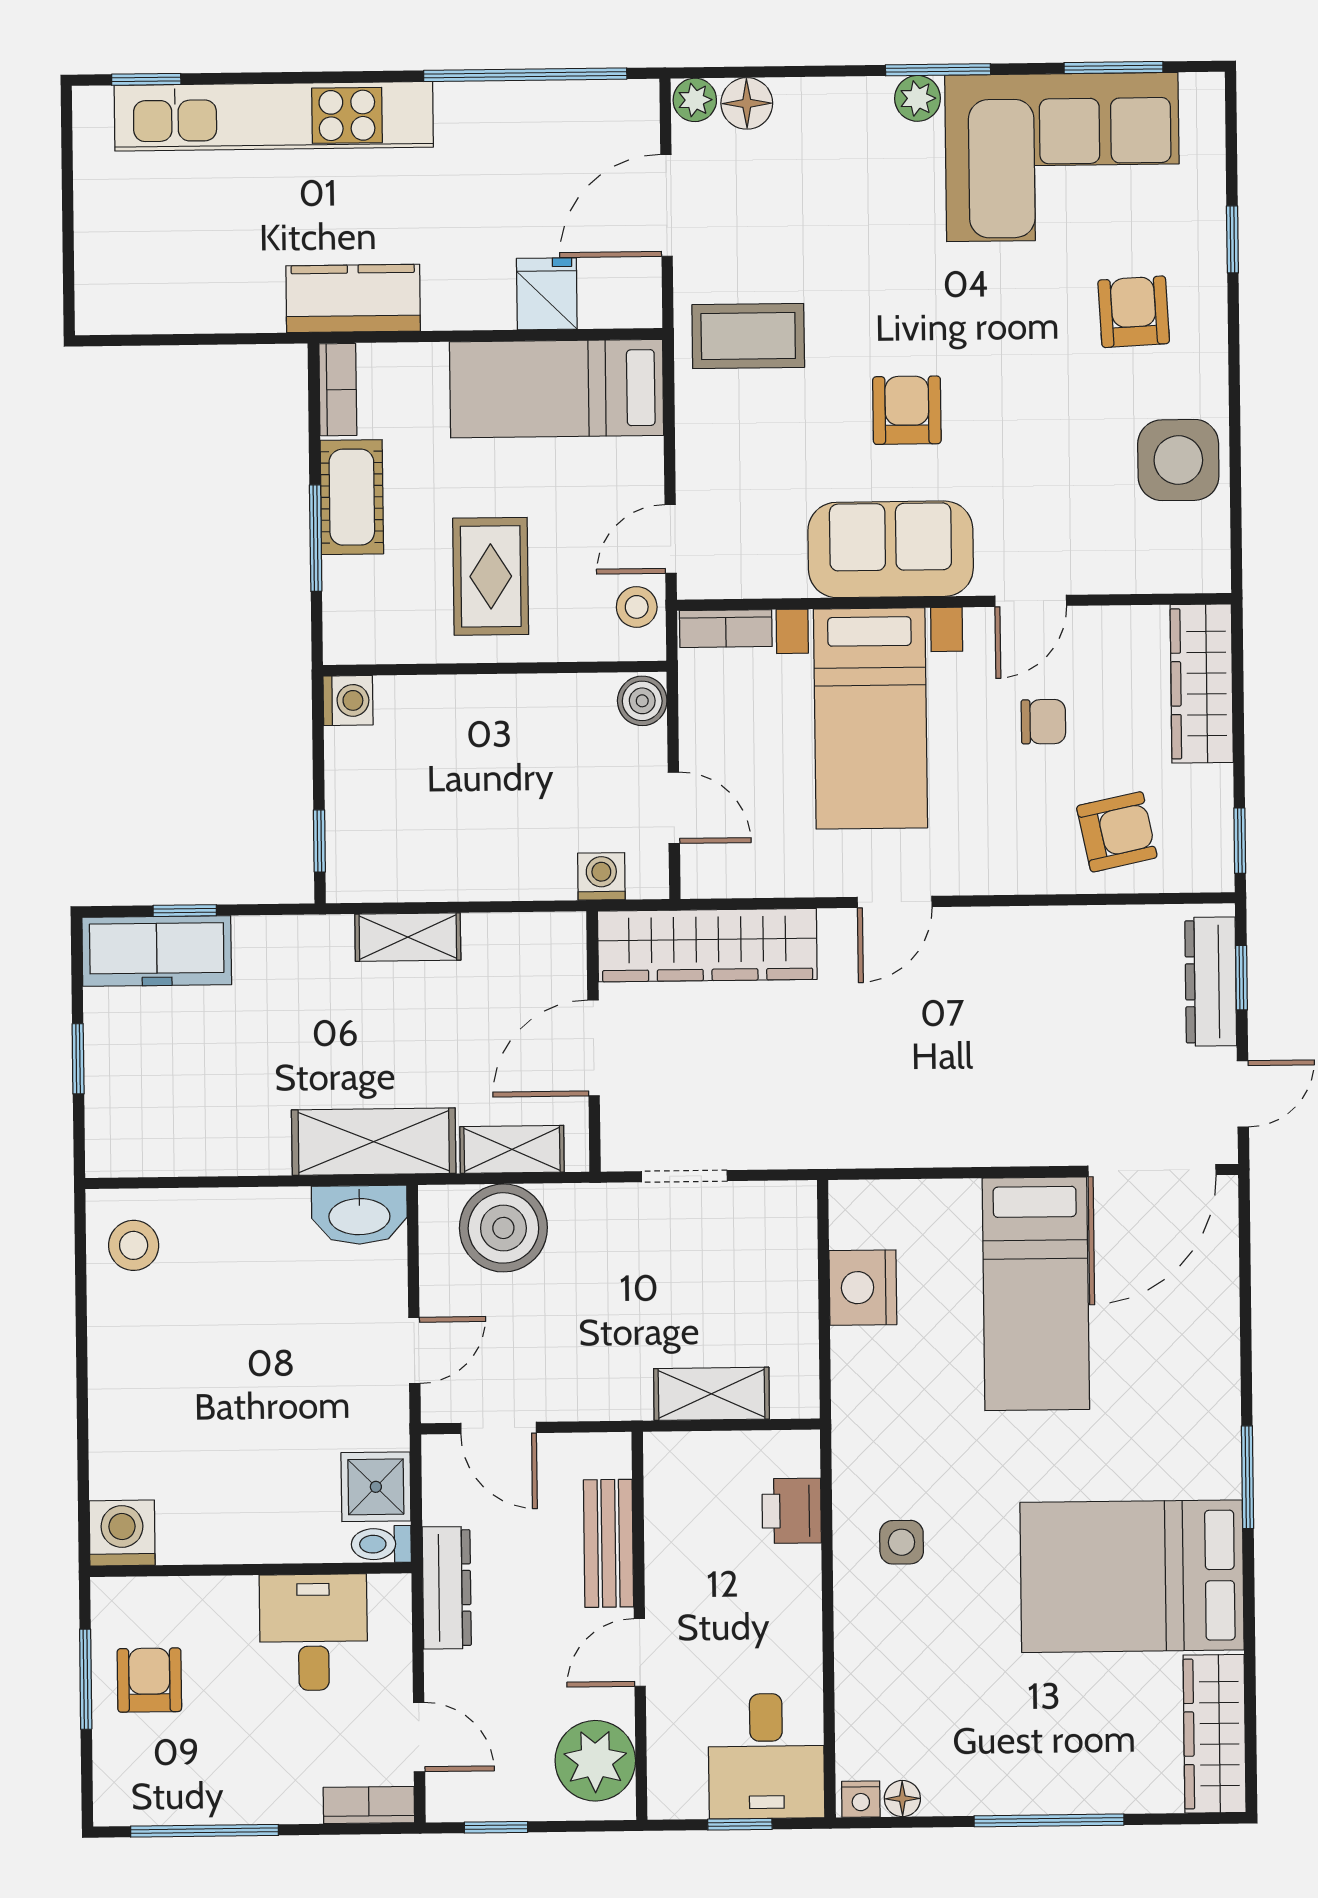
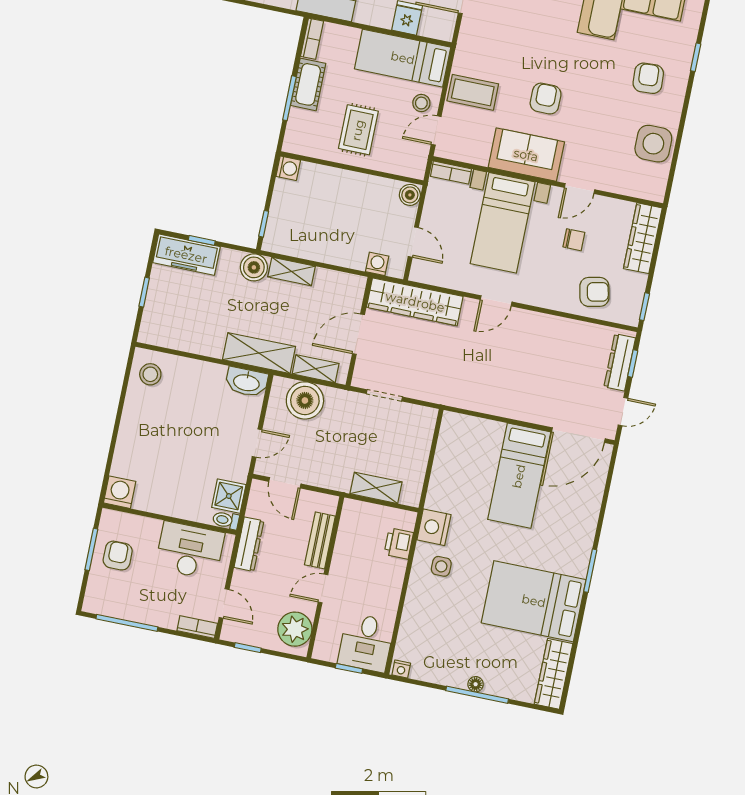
coffee table: (748, 336) -> (473, 92), moved
stool: (637, 607) -> (421, 103), moved
boiler: (319, 947) -> (254, 267), added
nightstand: (863, 1288) -> (434, 527), moved
desk: (313, 1632) -> (190, 551), width x1.37
floor lamp: (902, 1799) -> (476, 684), moved

